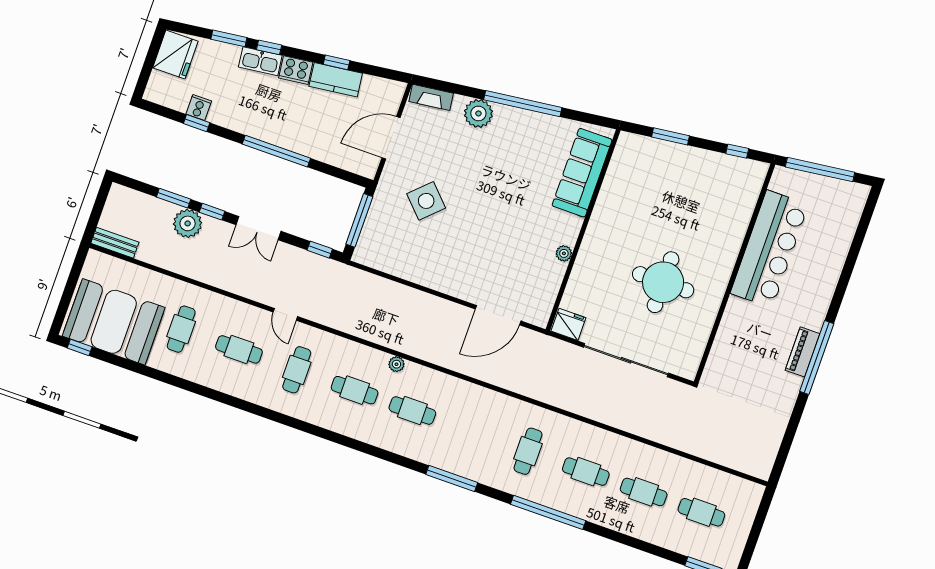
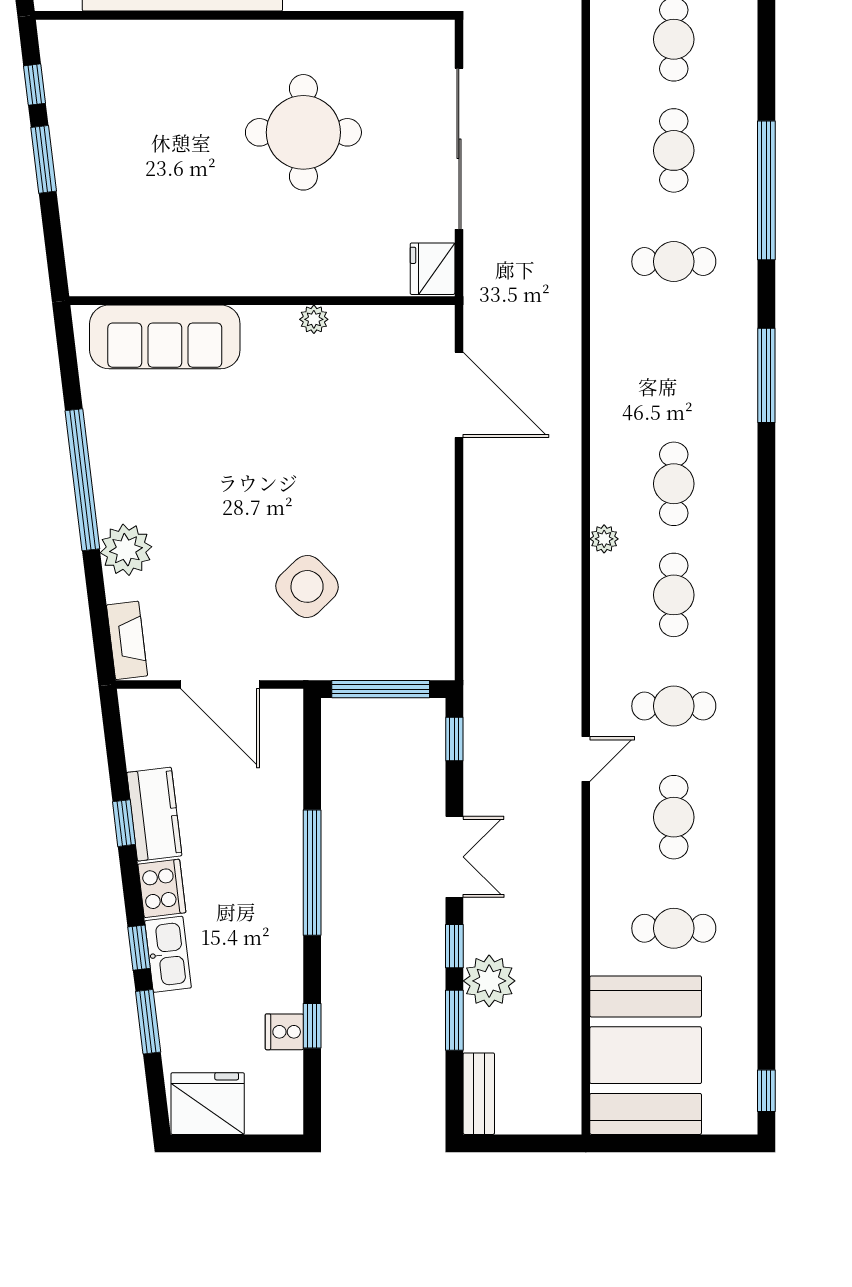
window: (670, 136) -> (44, 159), moved
bench: (115, 243) -> (479, 1094), moved
booth: (114, 322) -> (646, 1055), moved

